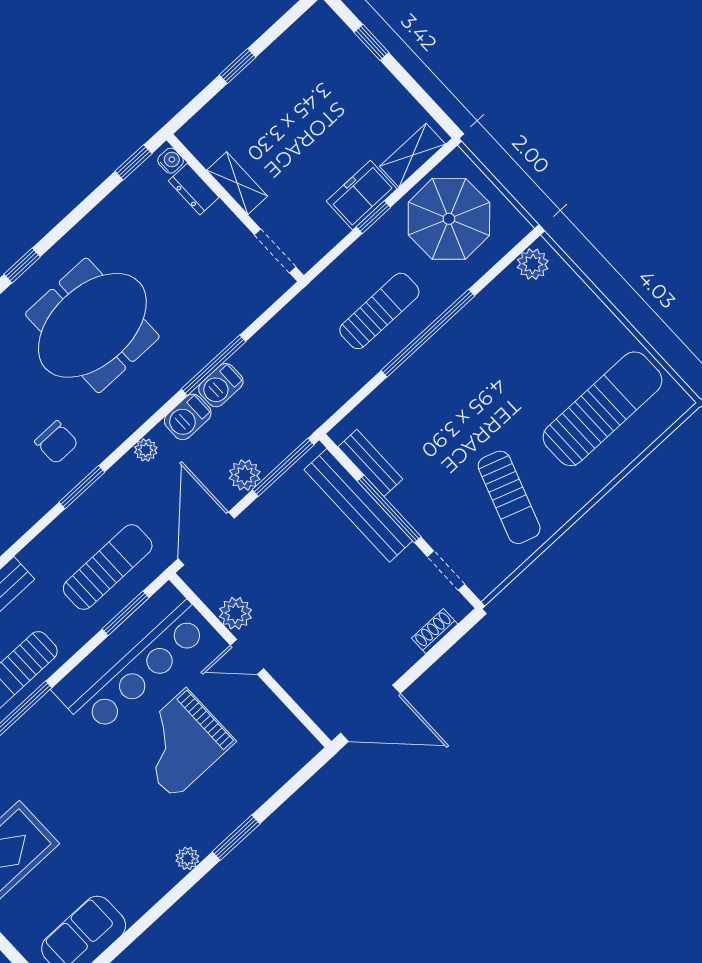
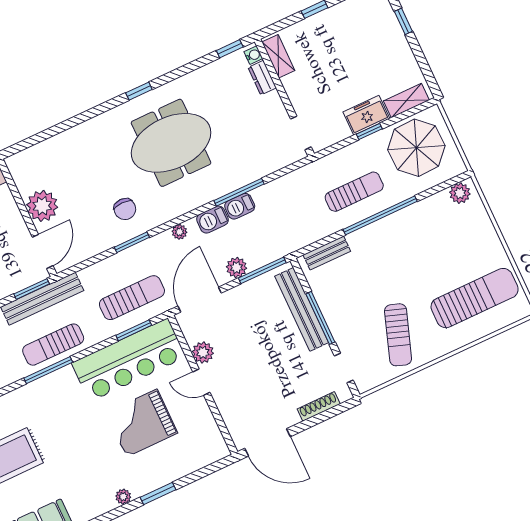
shelving: (237, 183) -> (278, 56), moved
bench: (370, 463) -> (327, 253), moved, turned 90
shoe rack: (435, 631) -> (319, 406), width x1.43

